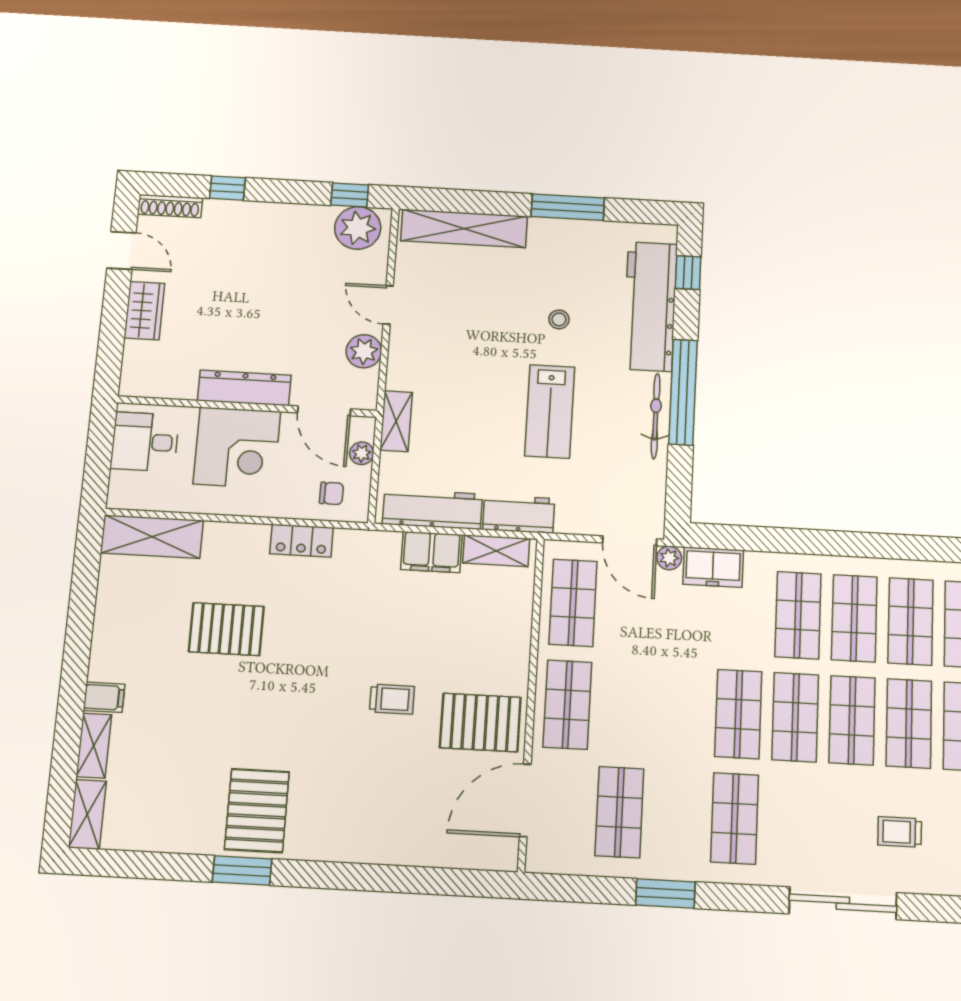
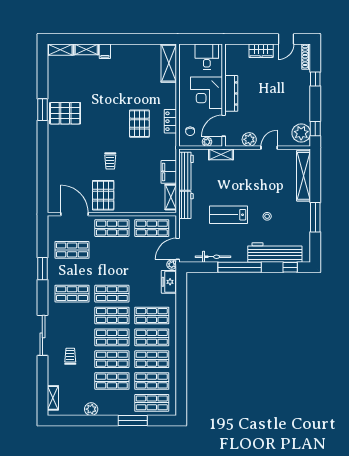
bicycle: (656, 416) -> (213, 257), moved
pallet: (226, 629) -> (139, 124), moved

